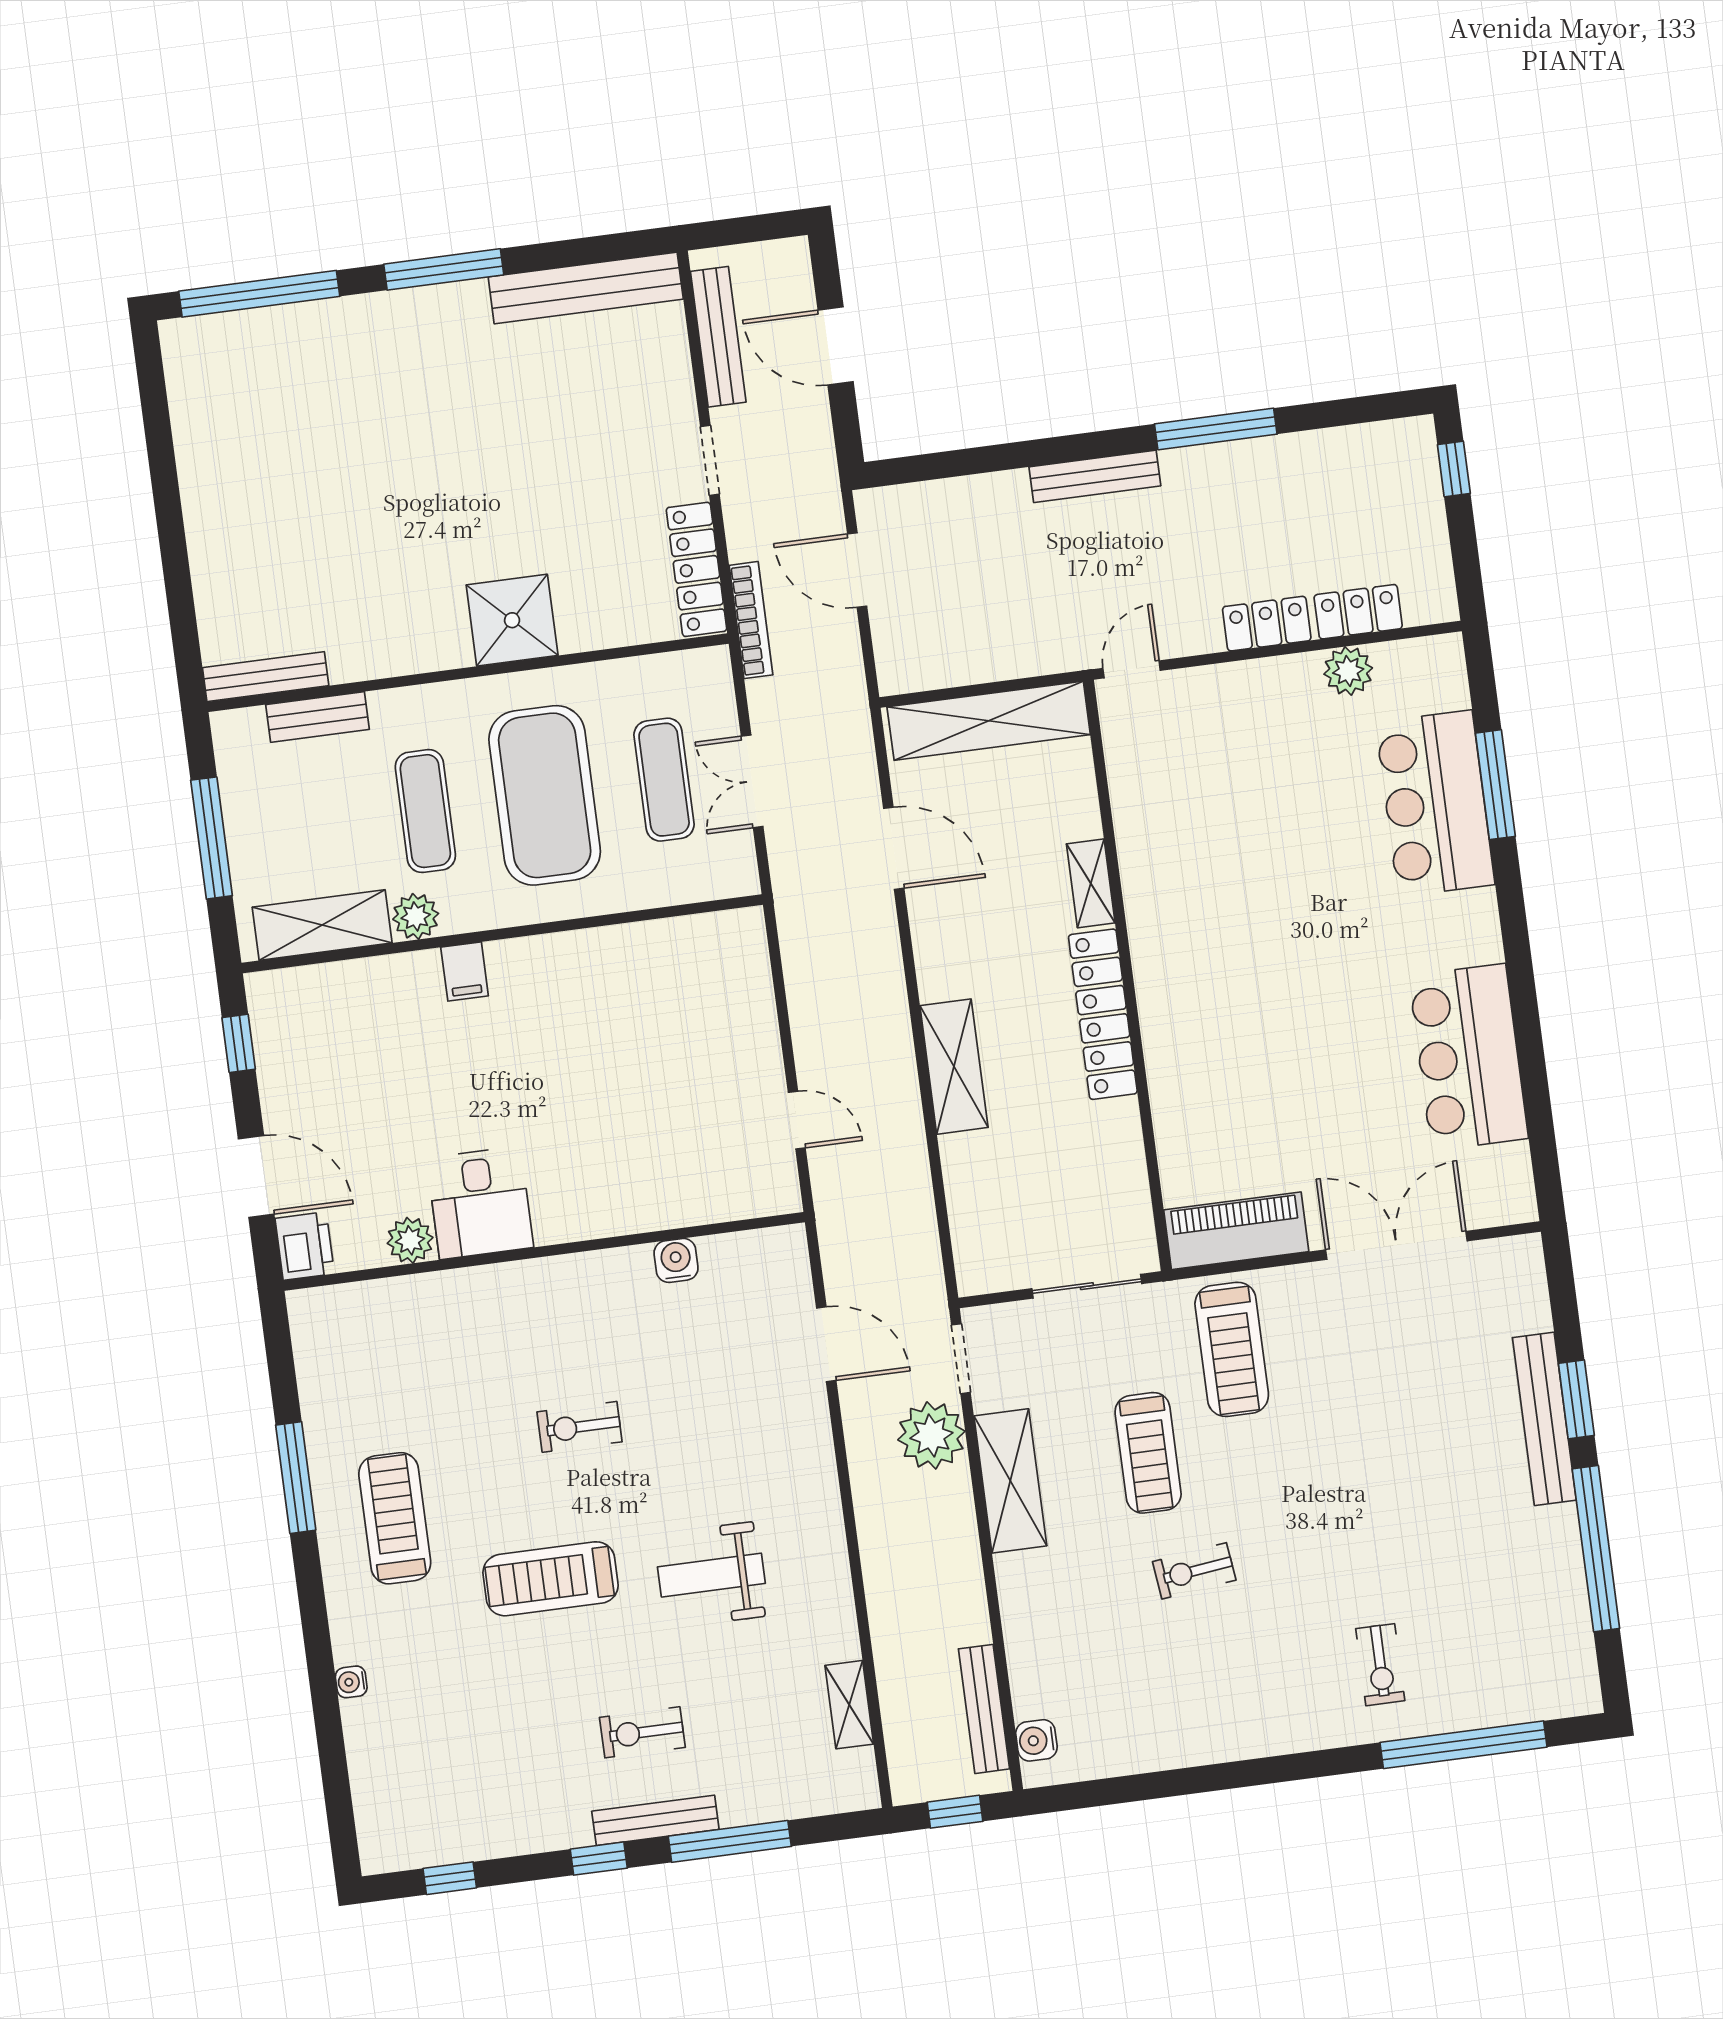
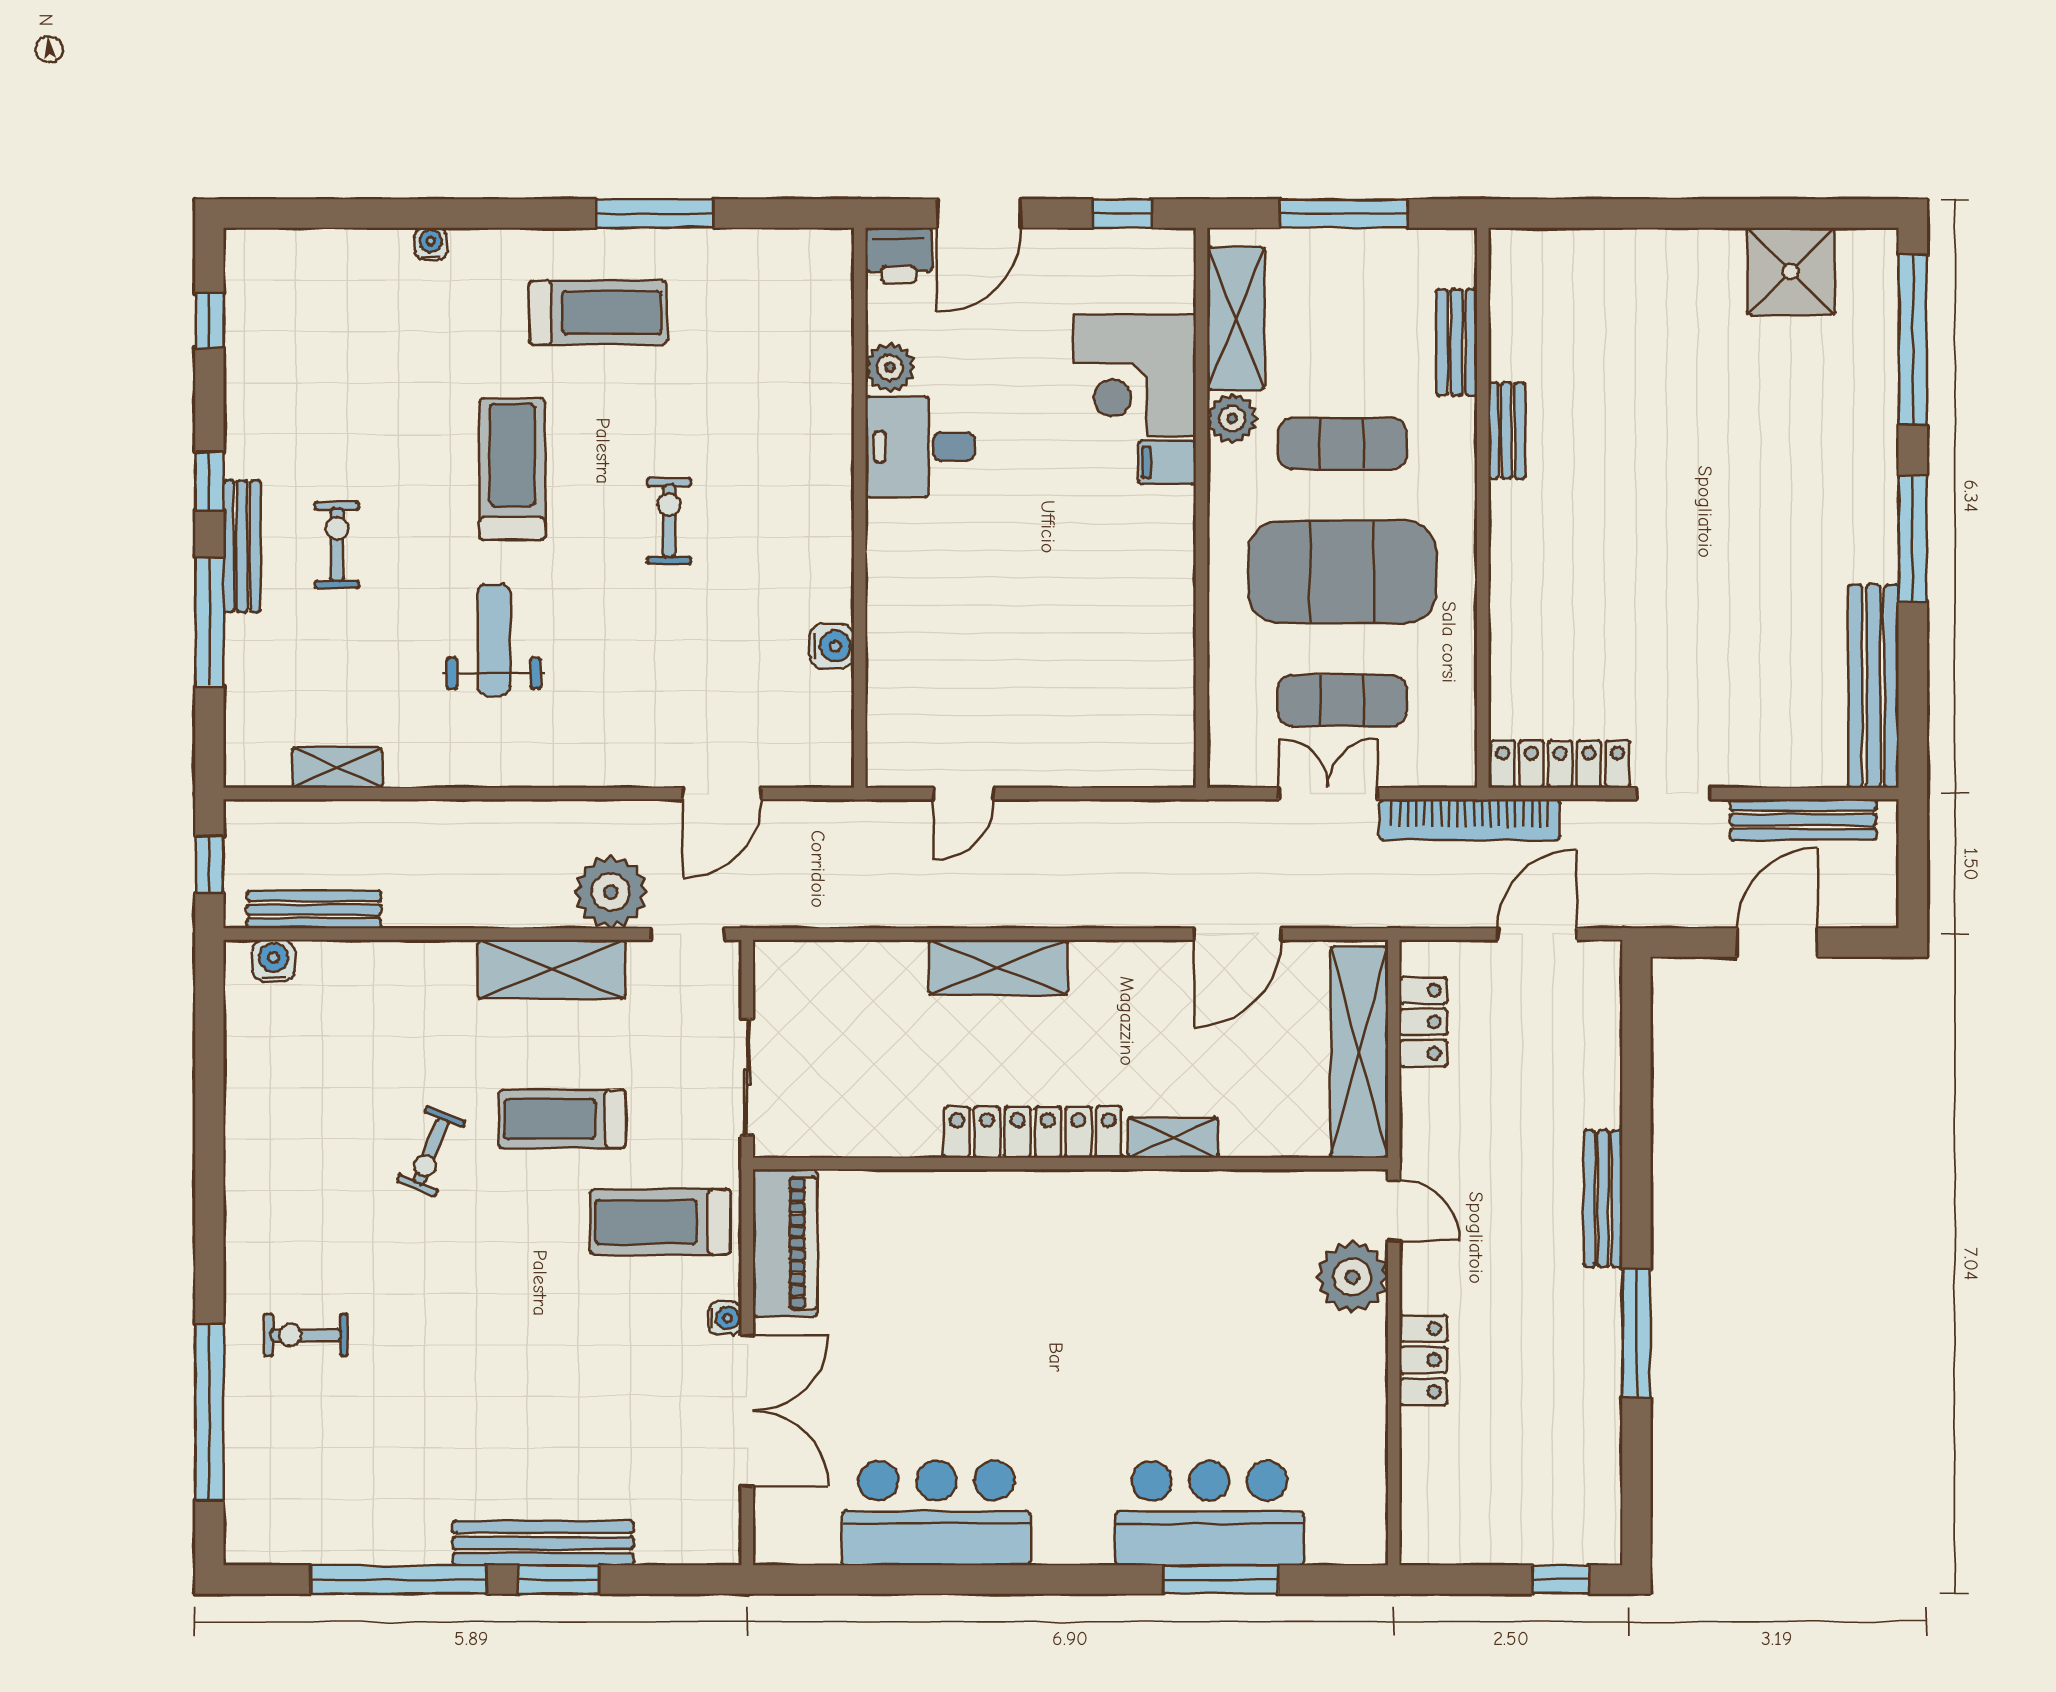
locker: (1358, 612) -> (1423, 1022), moved
shower: (512, 620) -> (1791, 271), moved
bookcase: (751, 620) -> (1470, 820), width x1.48, depth x1.31
plant: (1348, 671) -> (1352, 1277), moved, width x1.36, depth x1.36
bench: (266, 677) -> (1507, 431), moved, width x0.73
corner desk: (388, 1012) -> (1135, 376), added
water cooler: (1313, 1277) -> (725, 1318), added
exercise bike: (1194, 1571) -> (431, 1151), turned -151

